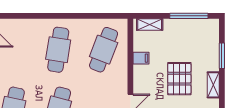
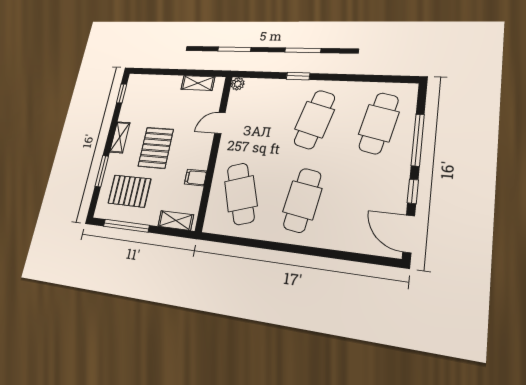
pallet: (193, 42) -> (129, 191), added
cafe table: (104, 50) -> (241, 194), turned -39

